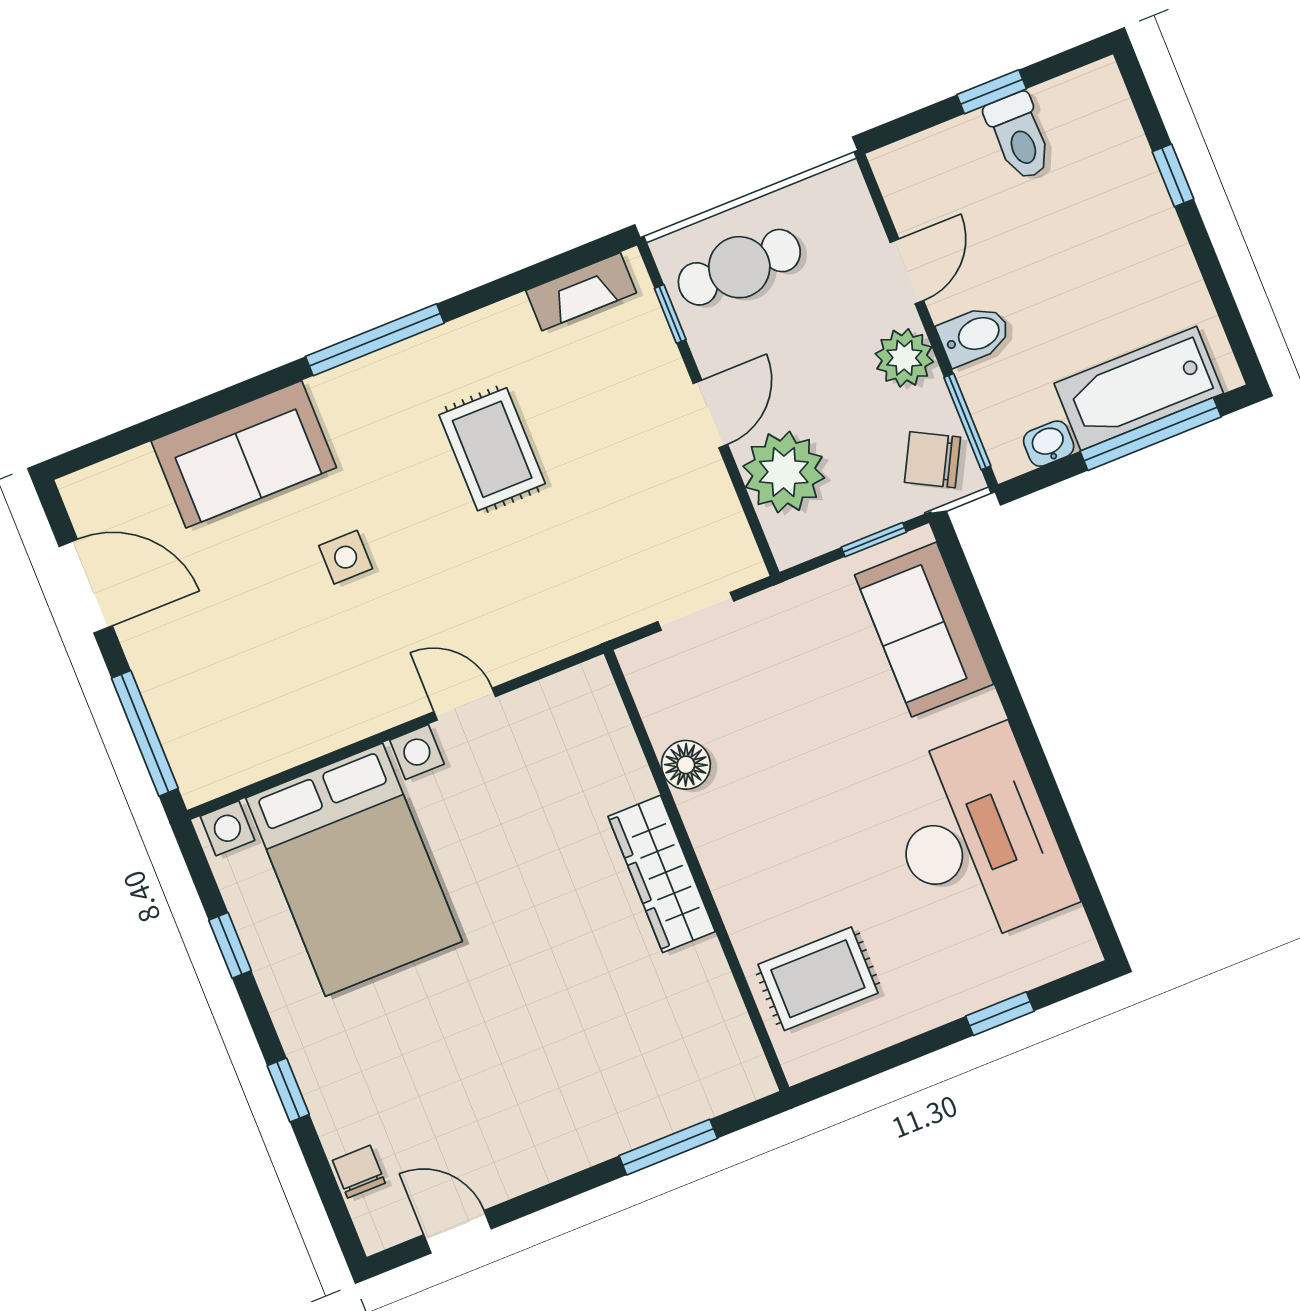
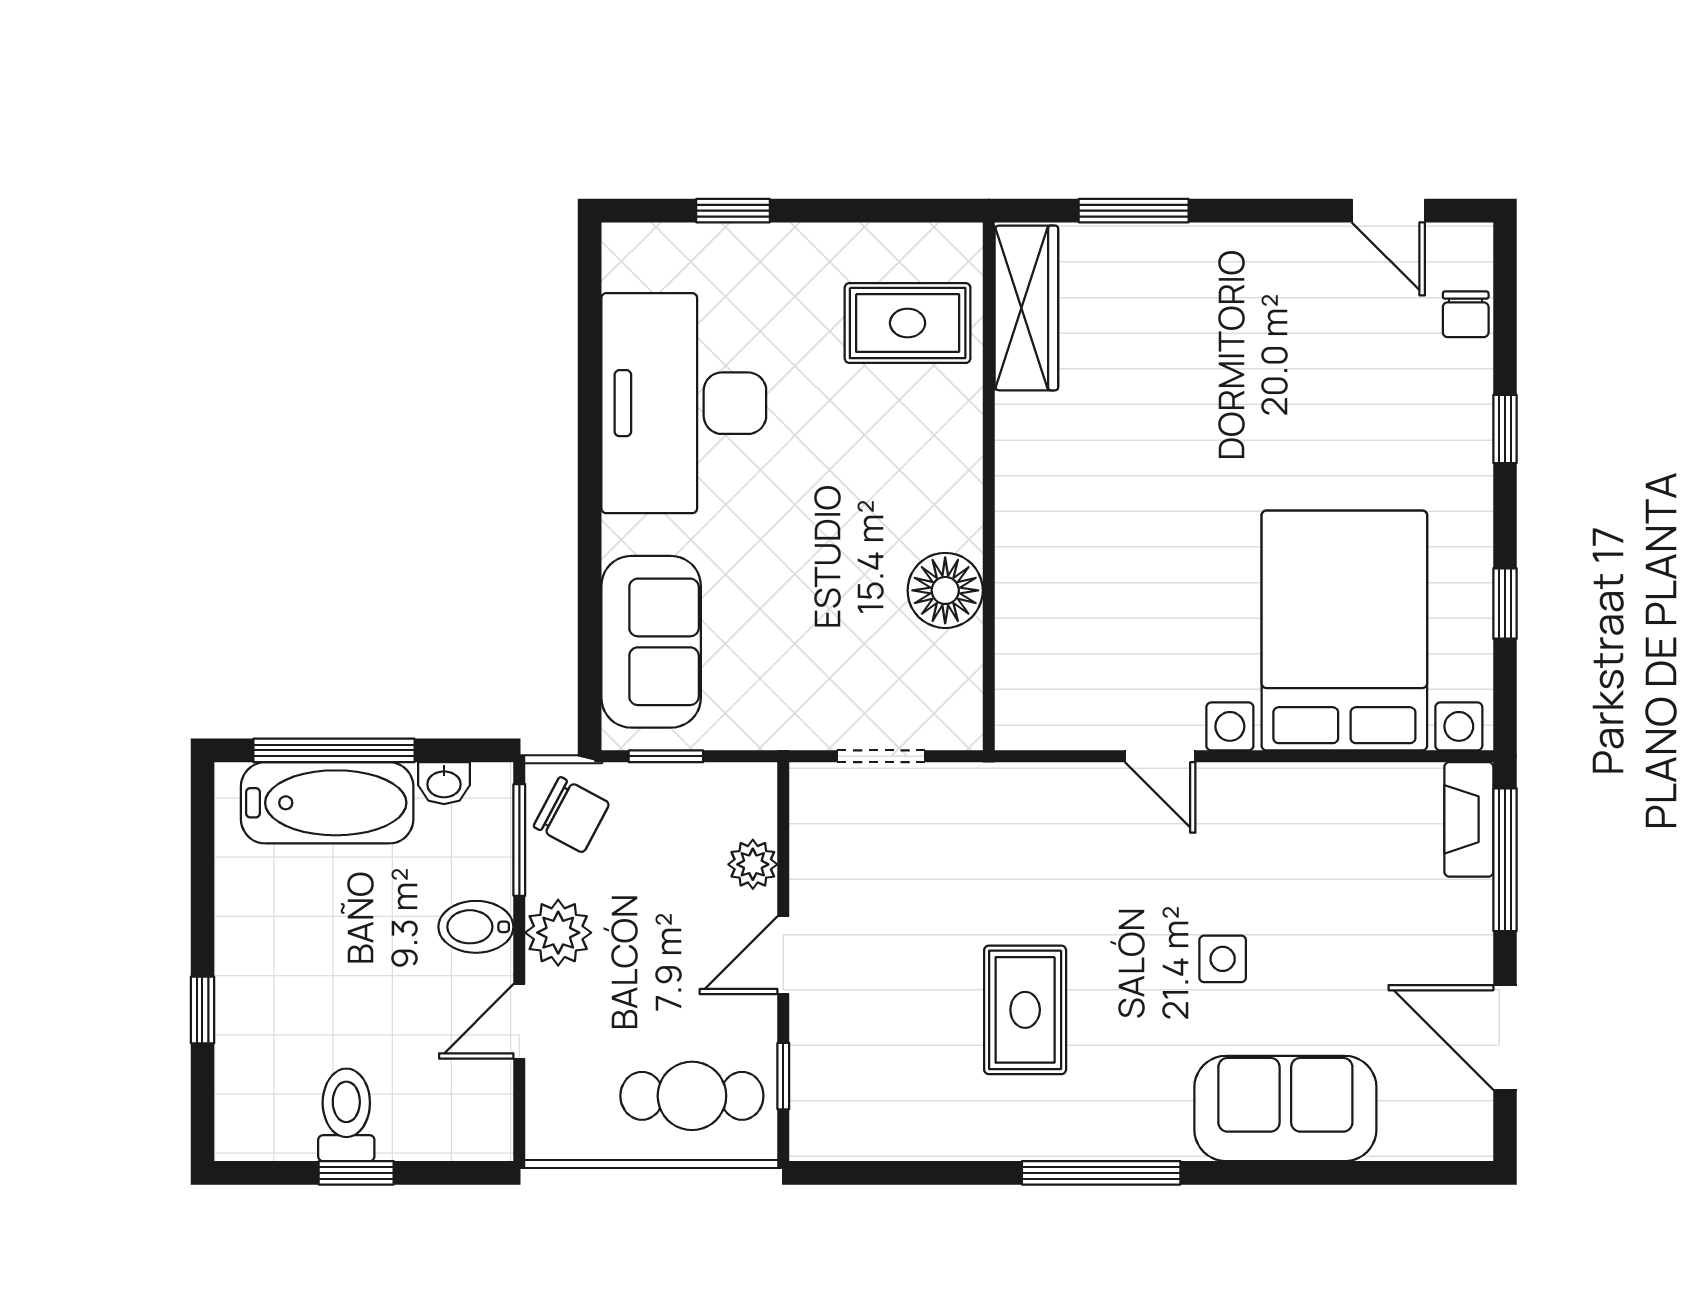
fireplace: (581, 292) -> (1469, 819), moved, turned -90
plant: (784, 472) -> (753, 864), width x0.53, depth x0.53
floor lamp: (686, 765) -> (945, 590), width x1.38, depth x1.38
wardrobe: (662, 874) -> (1026, 308), moved

